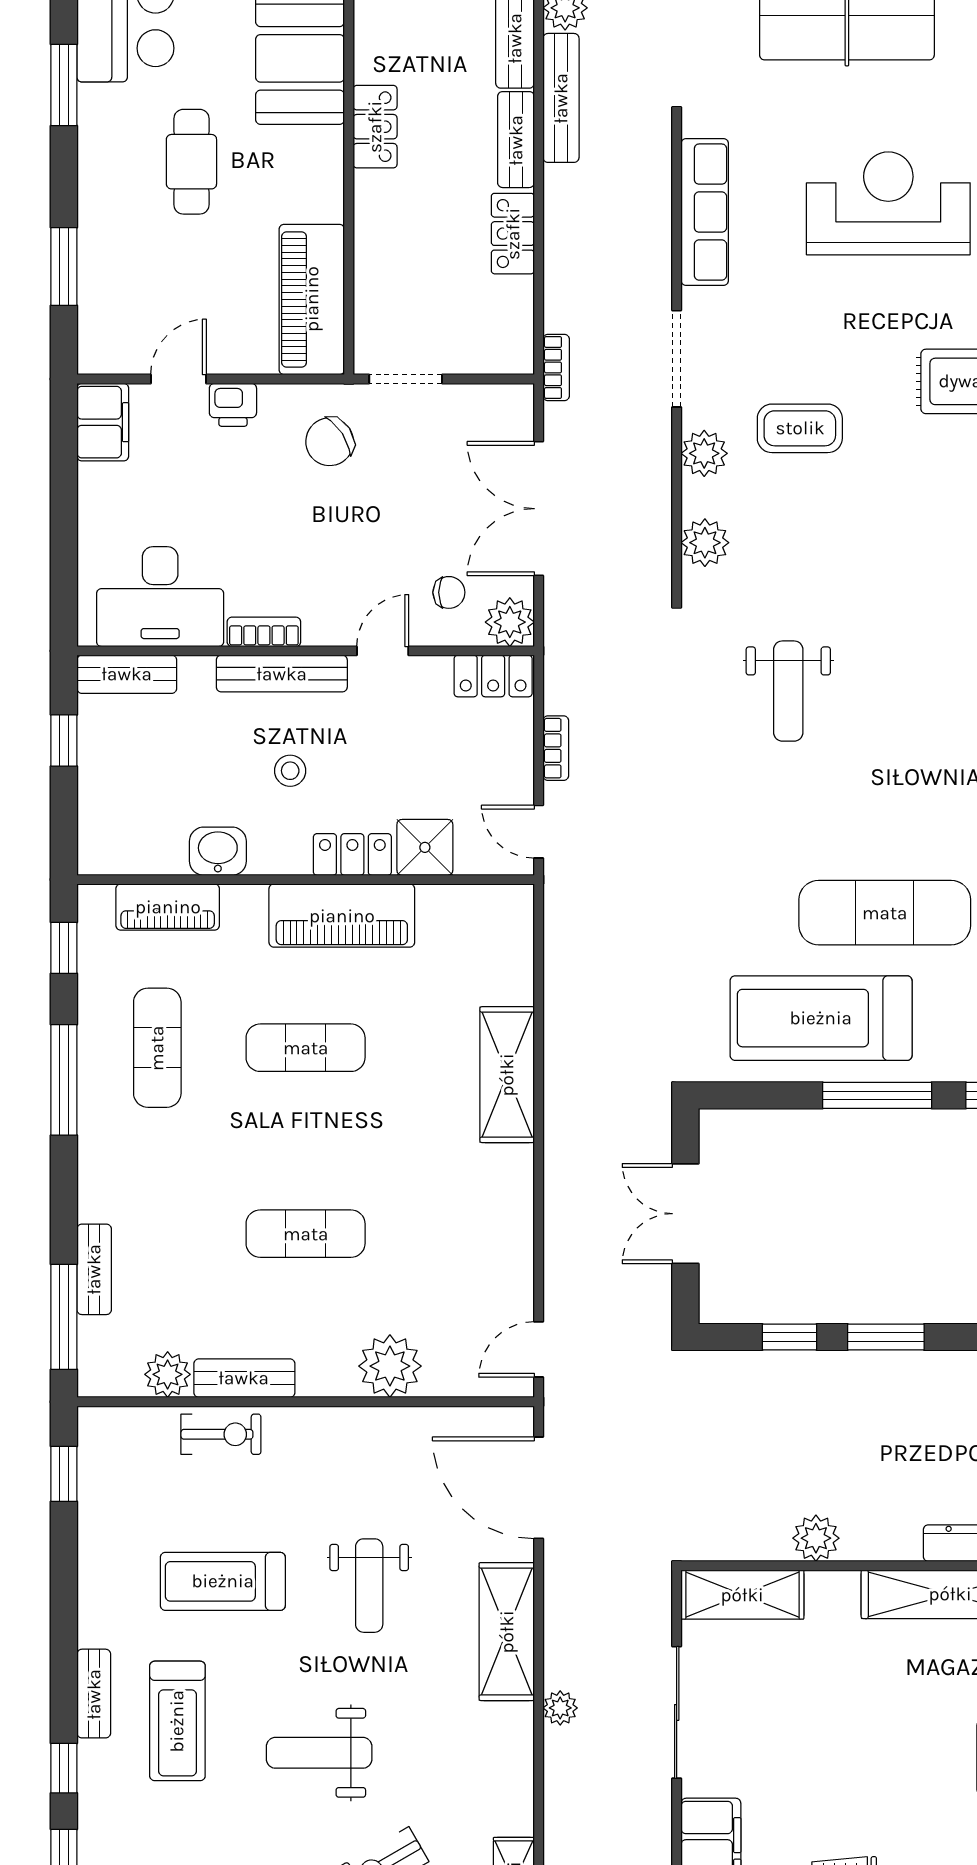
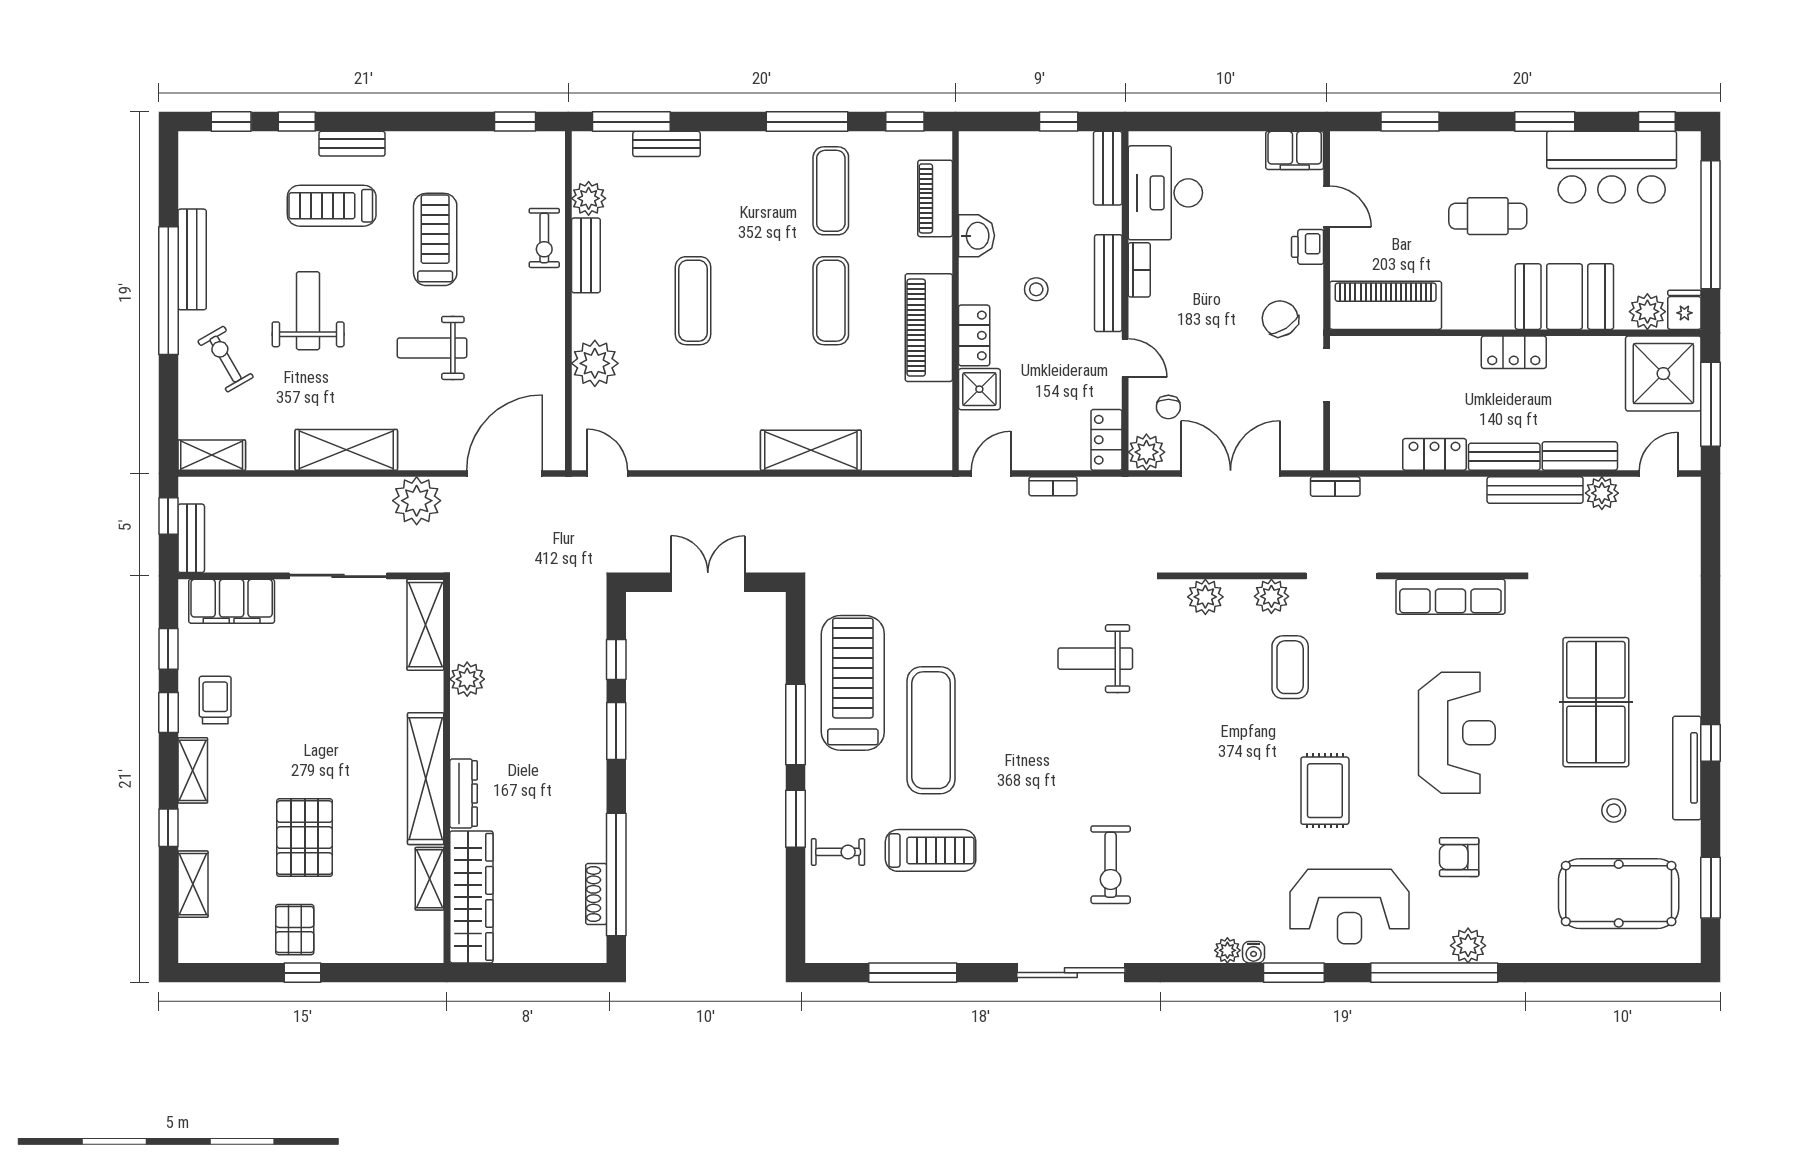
exercise mat: (157, 1048) -> (831, 191), turned 90
shelving: (507, 1632) -> (346, 450), moved
plant: (560, 1708) -> (417, 501), moved, width x1.87, depth x1.87

